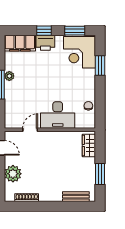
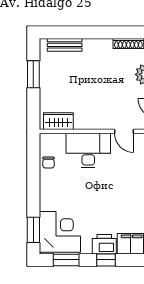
window: (100, 66) -> (33, 230), moved
door: (30, 130) -> (124, 131), hinge flipped
wardrobe: (89, 145) -> (58, 121), moved, turned -90

